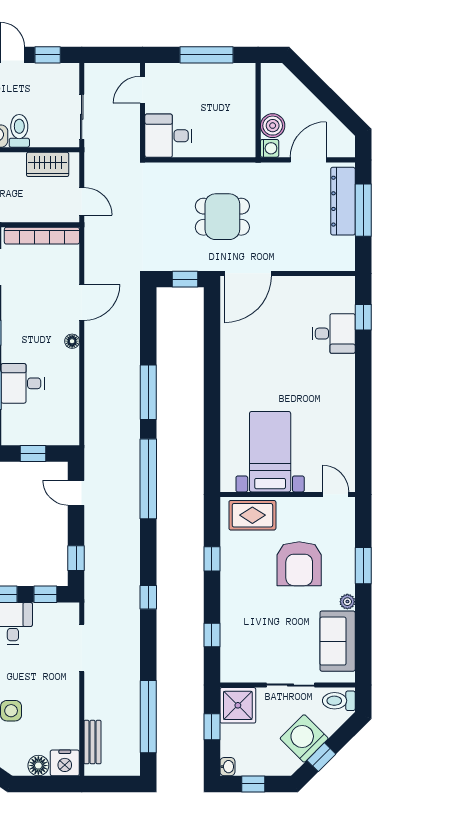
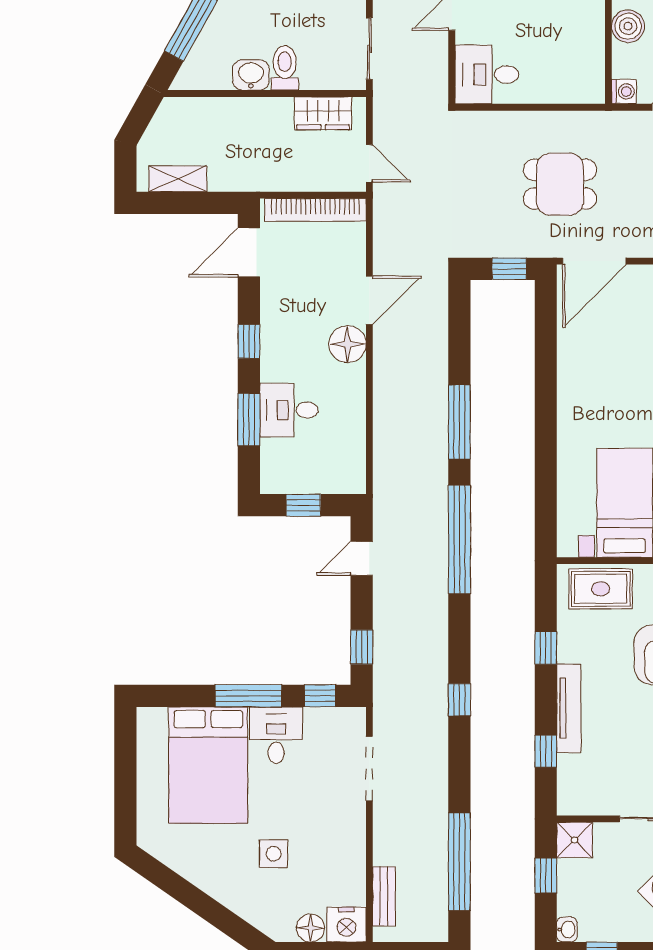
boiler: (273, 126) -> (628, 26), moved
floor lamp: (72, 341) -> (347, 344), width x1.89, depth x1.89
door: (76, 493) -> (362, 558), hinge flipped
tv unit: (229, 603) -> (569, 708), added
shower: (238, 705) -> (574, 840), width x0.73, depth x0.73

